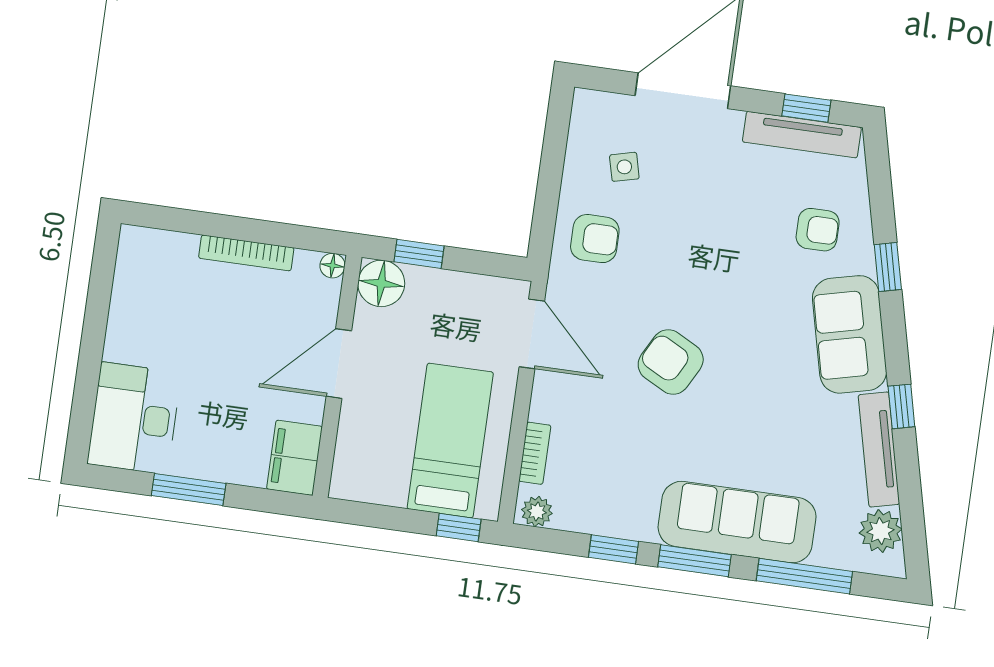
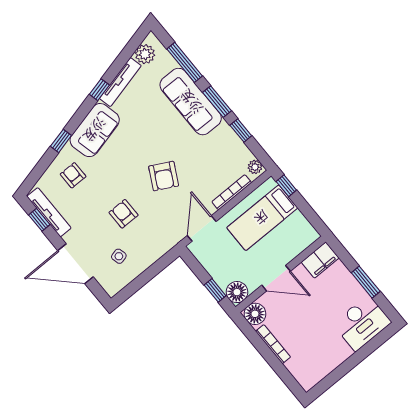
armchair: (595, 239) -> (124, 214), moved
floor lamp: (332, 266) -> (255, 314), width x1.89, depth x1.89
bookcase: (535, 453) -> (232, 192), width x1.56

